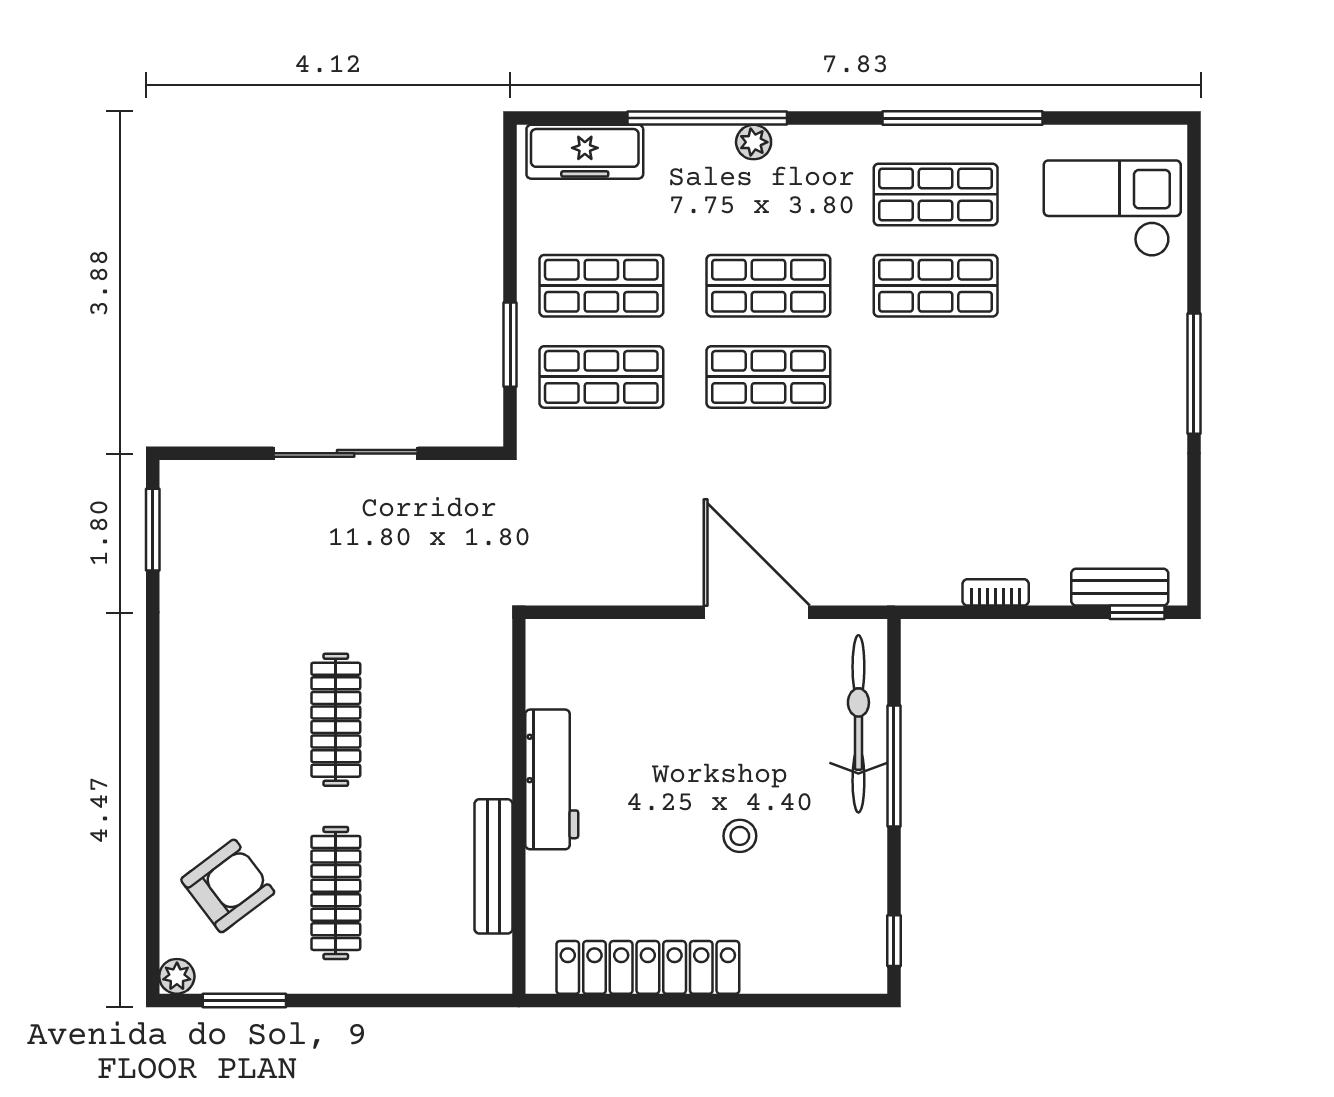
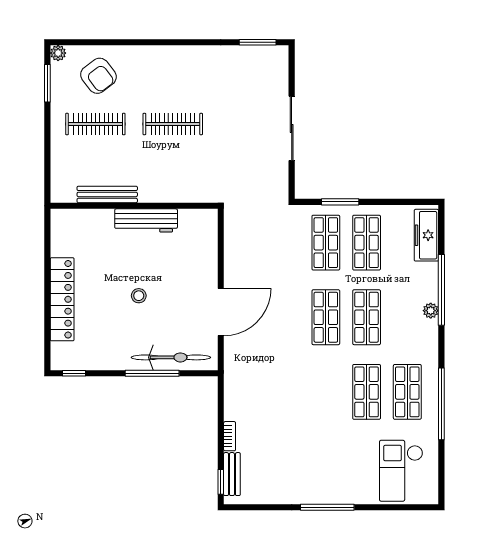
checkout: (1112, 208) -> (401, 471), turned 180
bookcase: (996, 592) -> (230, 436), moved
stool: (740, 836) -> (139, 296), moved
locker: (648, 967) -> (62, 299), moved

